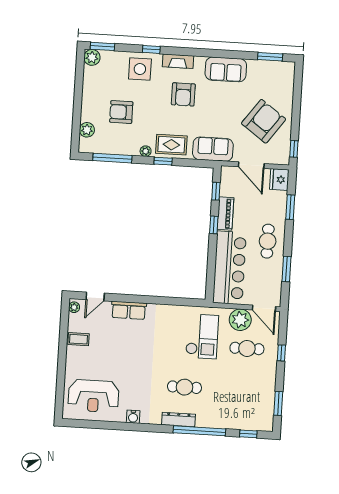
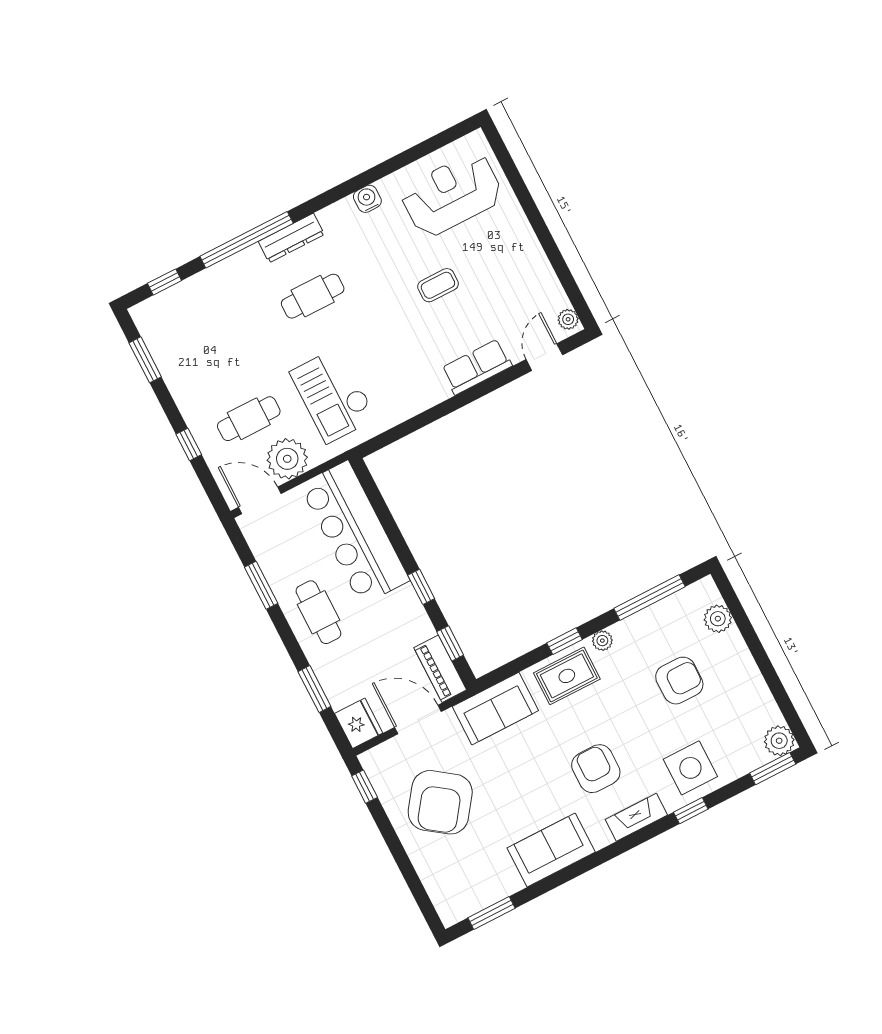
piano: (225, 214) -> (440, 669), moved
coffee table: (79, 339) -> (438, 285), moved

